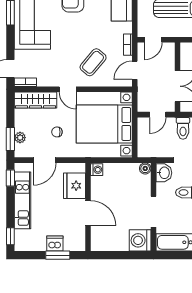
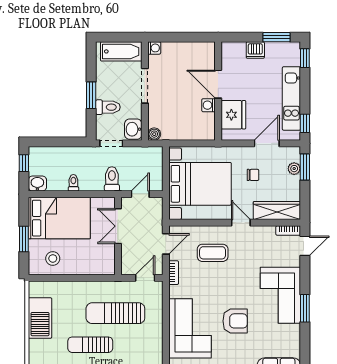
coffee table: (93, 62) -> (213, 253), turned 50
washing machine: (97, 170) -> (209, 105), moved
washing machine: (140, 240) -> (154, 48), width x0.53, depth x0.53
window: (58, 255) -> (276, 37), moved

